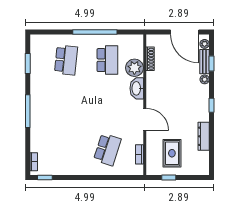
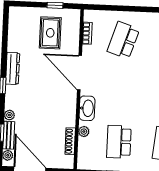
plant: (134, 68) -> (84, 132), width x0.53, depth x0.53
door: (145, 119) -> (79, 73), width x1.36
dresser: (204, 136) -> (13, 68), moved

